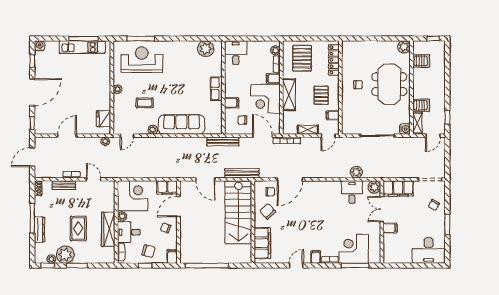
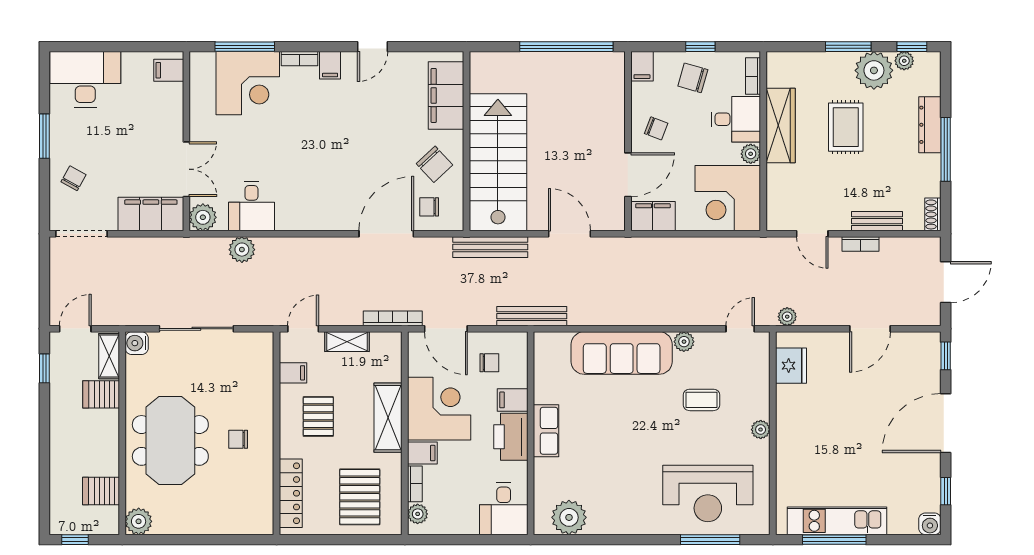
printer: (232, 86) -> (511, 437), added
filing cabinet: (390, 228) -> (169, 70), moved

